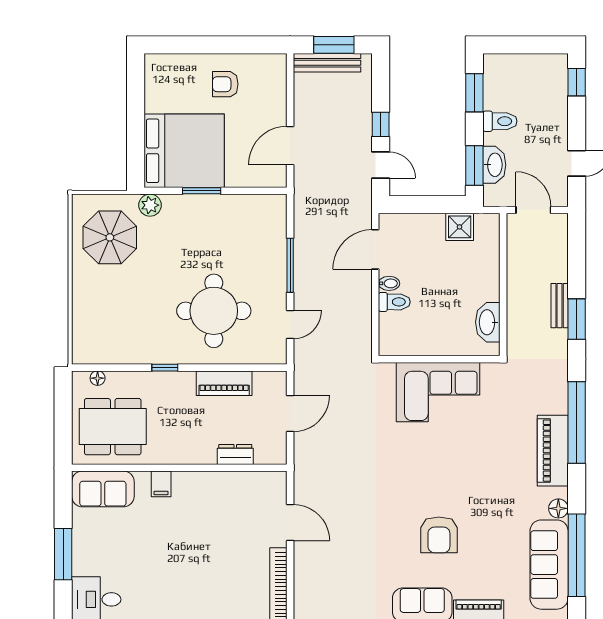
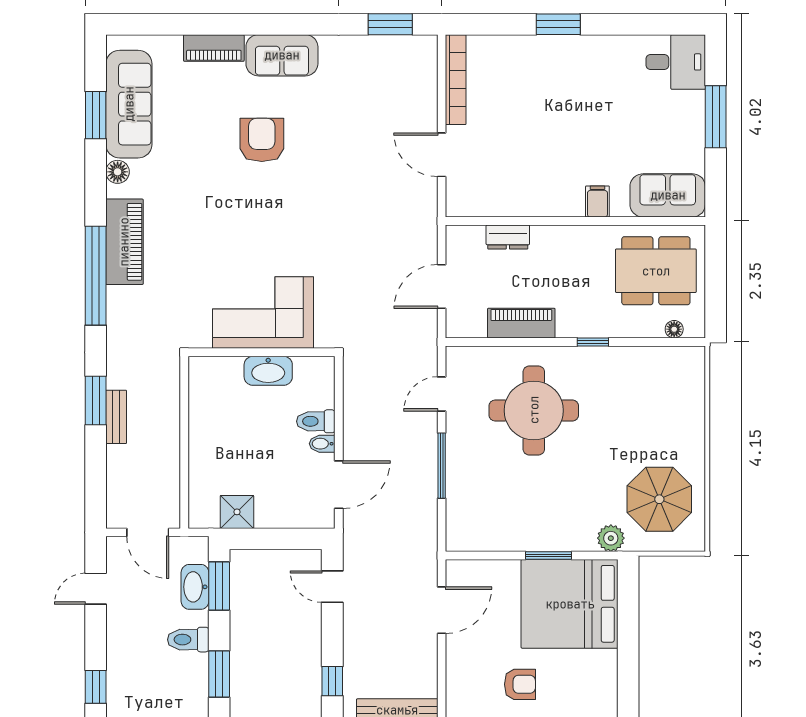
window: (381, 124) -> (332, 681), moved
washbasin: (488, 322) -> (268, 371), moved, turned 90
window: (577, 555) -> (96, 115), width x0.47

